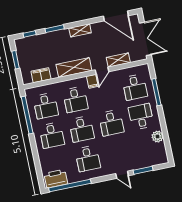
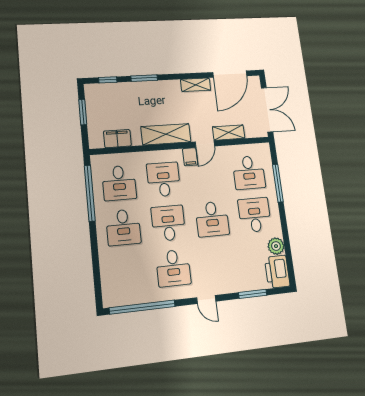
door: (116, 16) -> (230, 74), hinge flipped
shelving: (80, 30) -> (196, 85), moved
desk: (75, 100) -> (164, 179), turned 180
desk: (82, 129) -> (168, 223), turned 180
door: (122, 175) -> (206, 299), moved
printer: (56, 179) -> (277, 272), moved, turned -90

